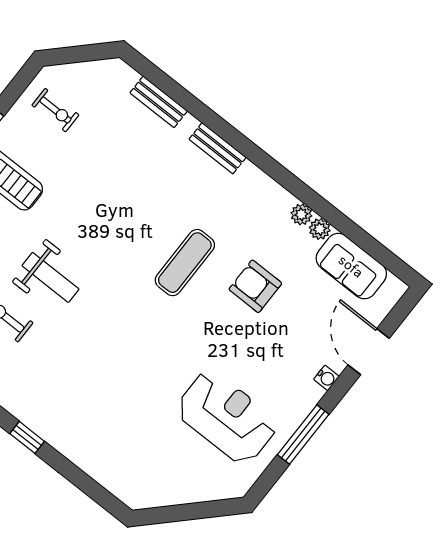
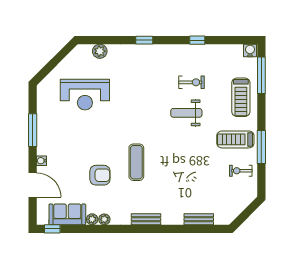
exercise bike: (55, 110) -> (241, 171), moved
bench: (218, 148) -> (146, 219), moved
window: (391, 262) -> (52, 229), added
reception desk: (227, 417) -> (85, 95), moved
plant: (108, 474) -> (100, 51), added

